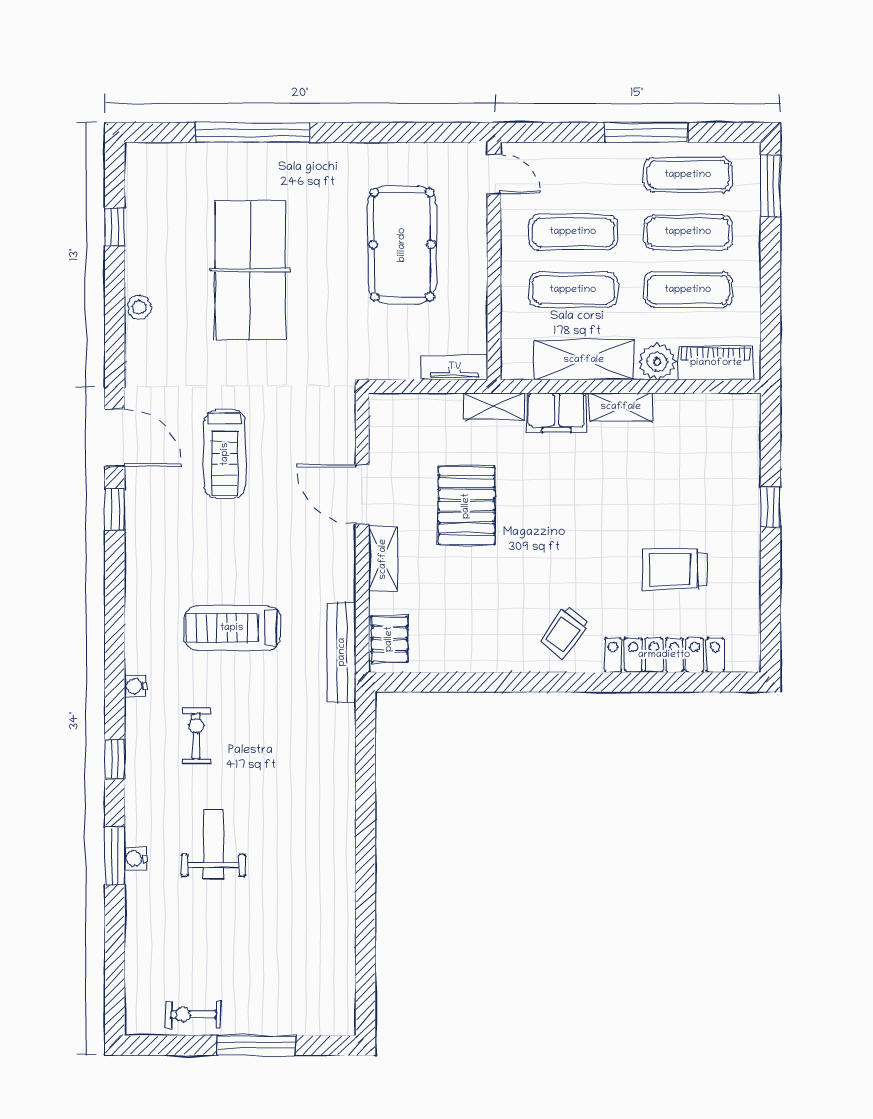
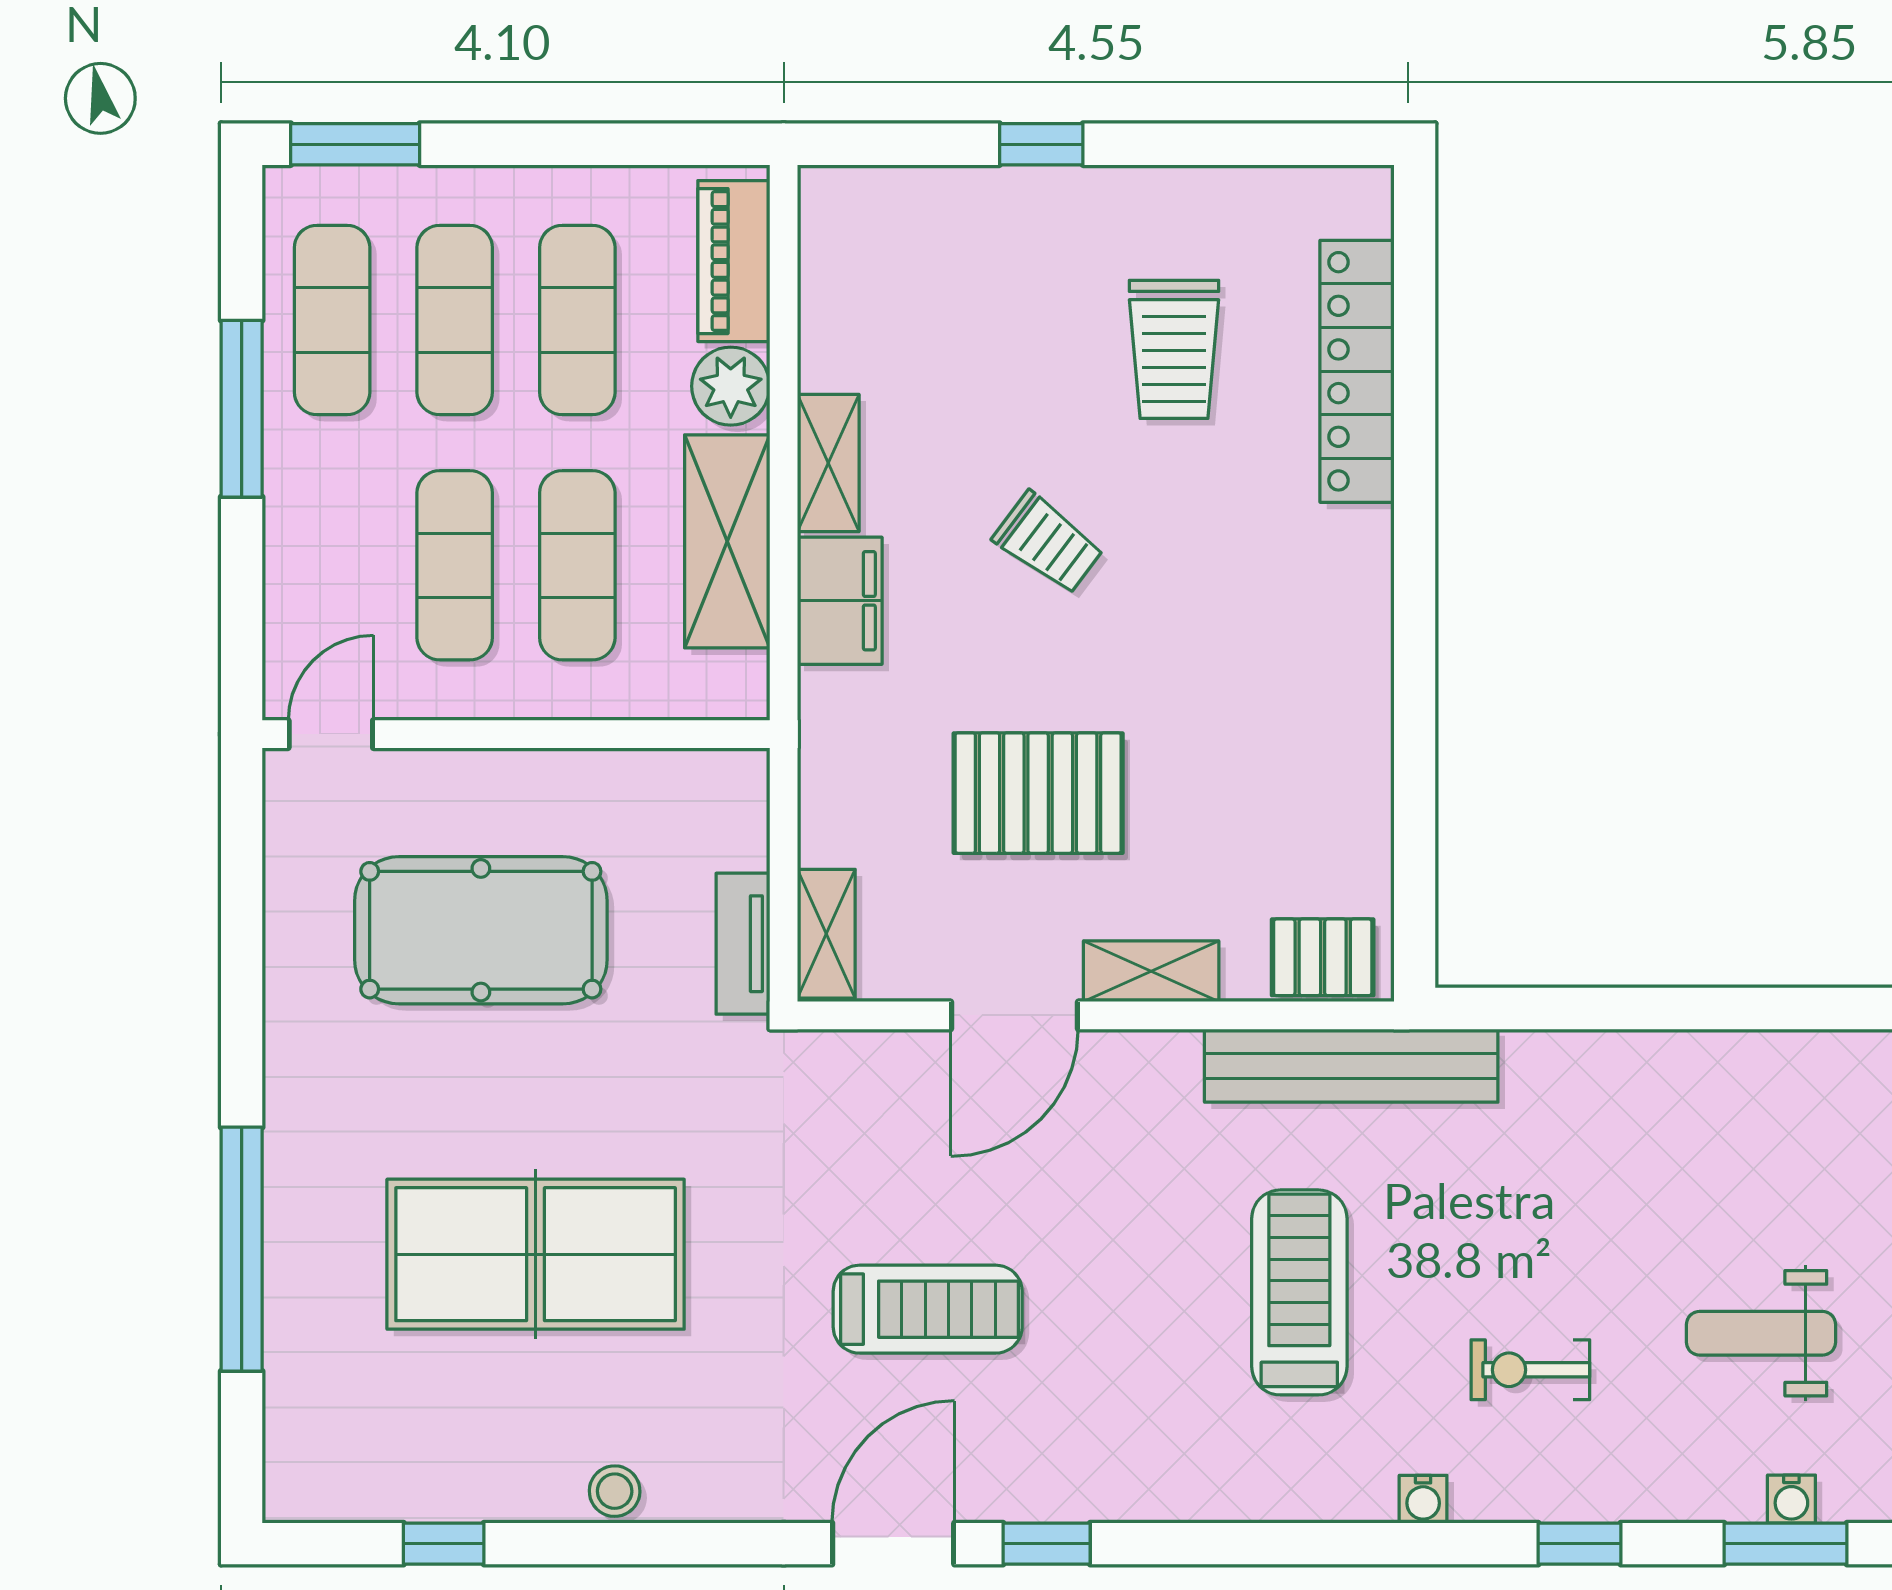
tv unit: (455, 367) -> (743, 944), moved
shelving: (494, 406) -> (826, 934), moved
treadmill: (232, 628) -> (1299, 1292), turned 180
trolley: (564, 632) -> (1048, 543), moved
bench: (342, 652) -> (1351, 1066), width x1.37, depth x1.21

